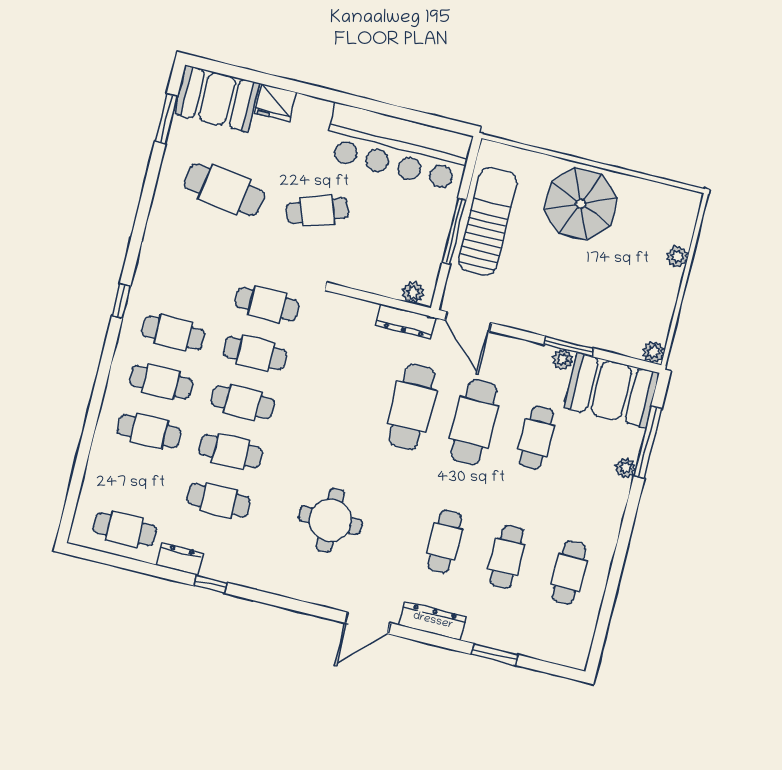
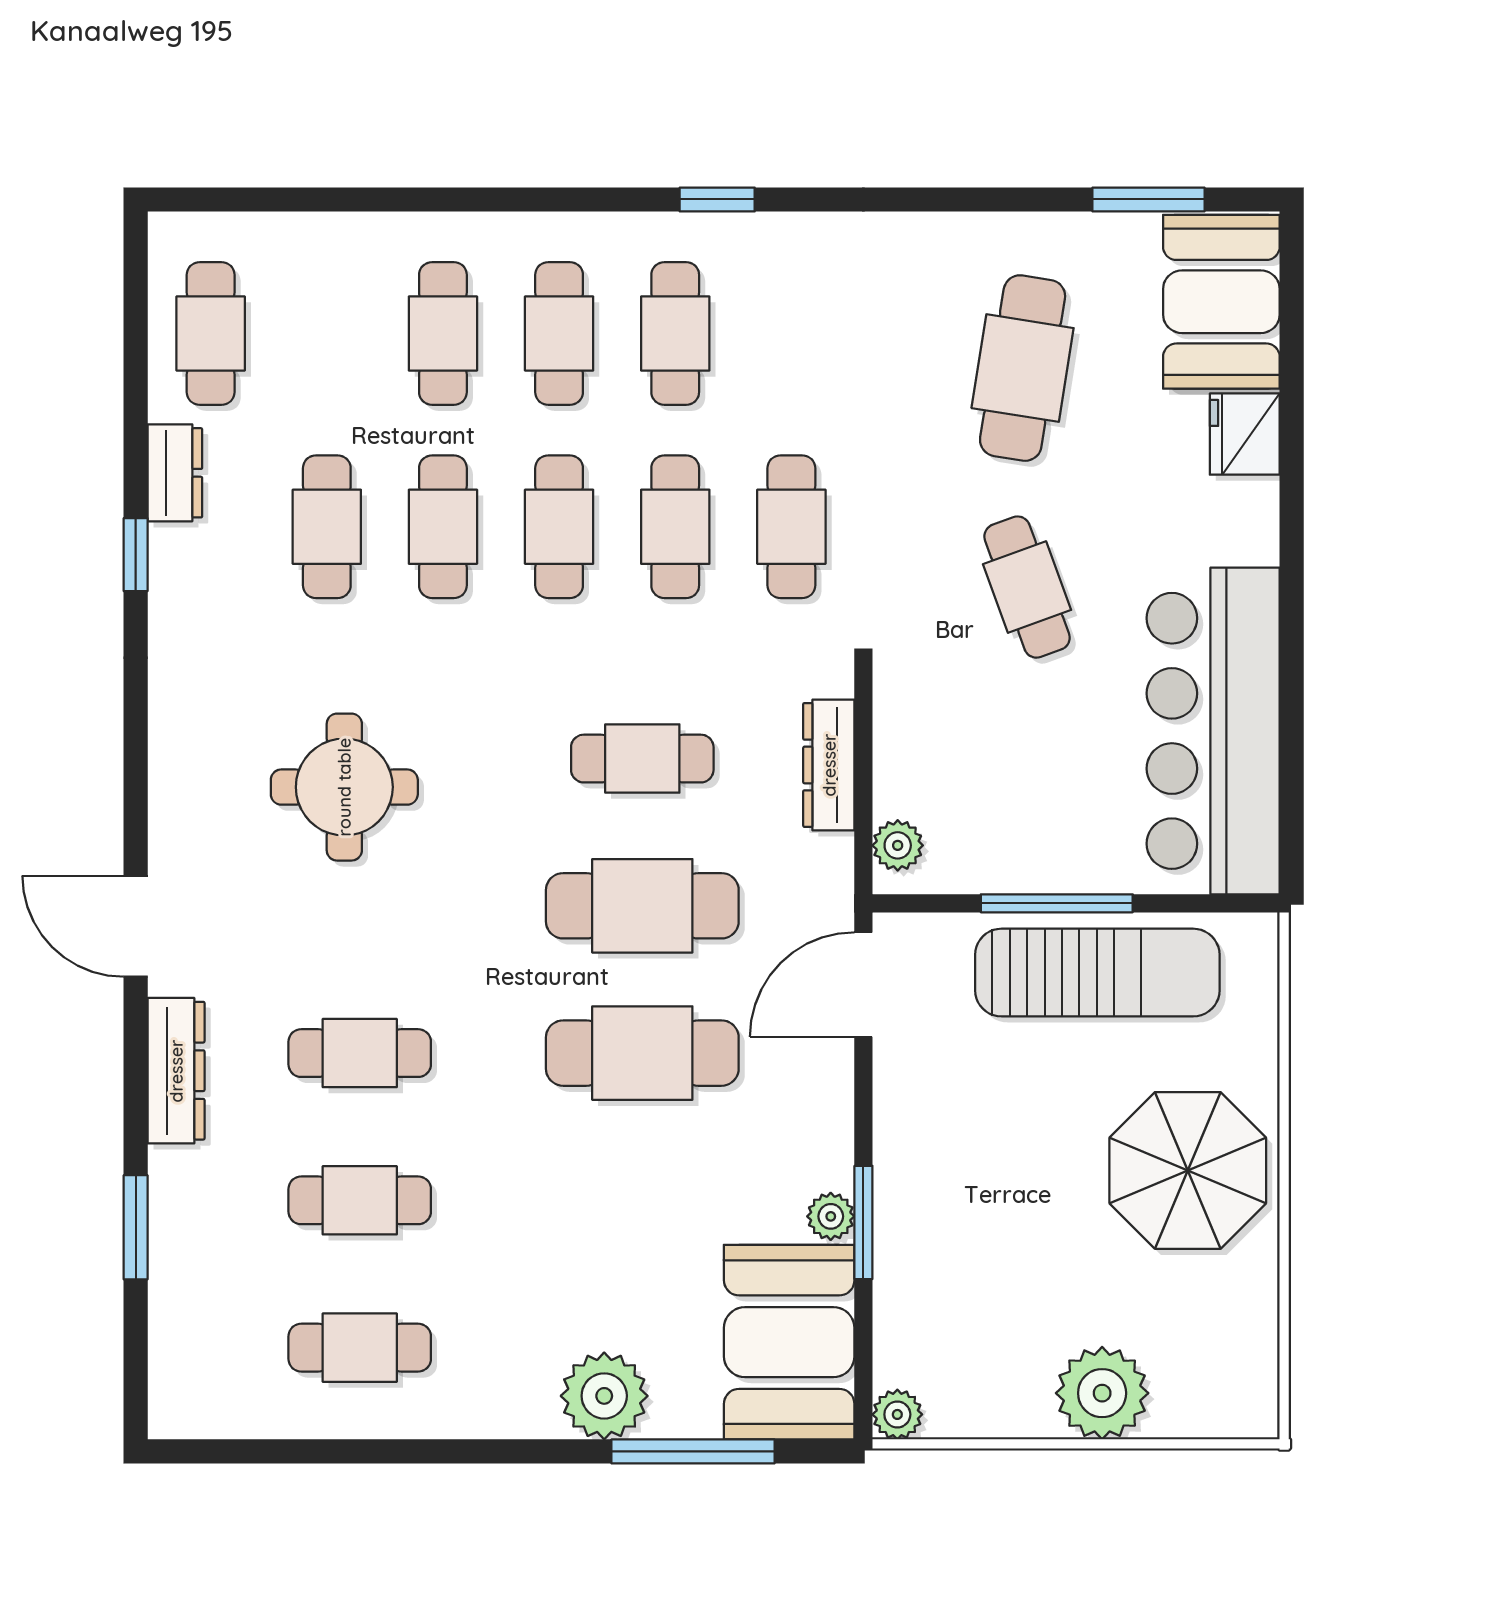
plant: (677, 256) -> (1102, 1393), width x1.88, depth x1.88
dresser: (405, 321) -> (829, 765), moved
cafe table: (536, 437) -> (642, 759), moved
plant: (626, 468) -> (604, 1396), width x1.87, depth x1.87

